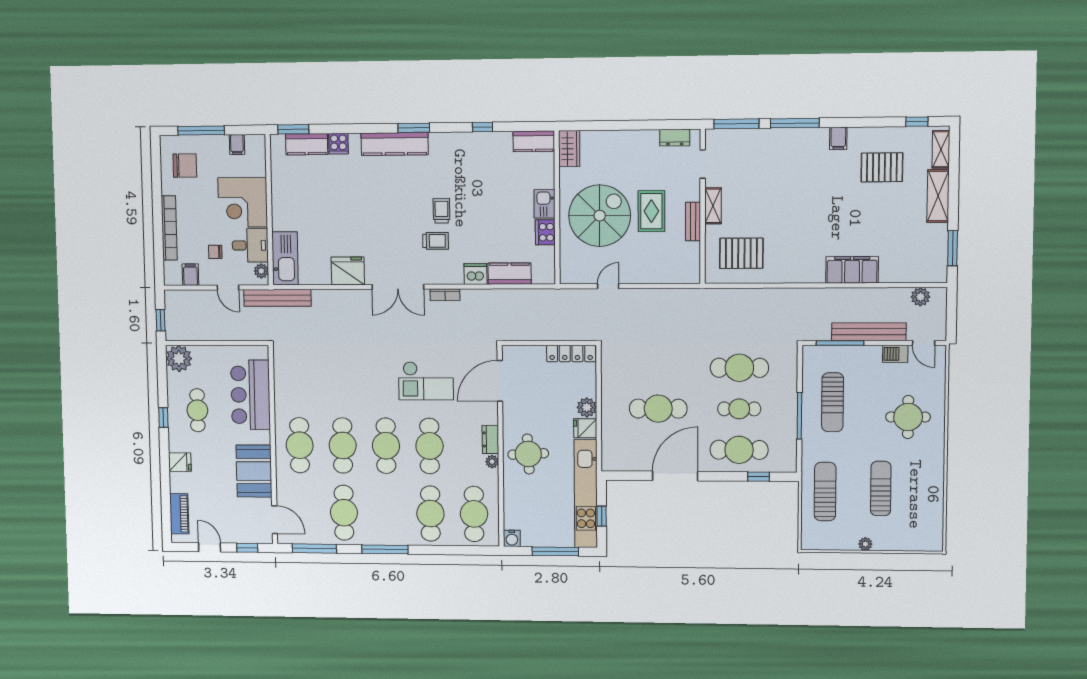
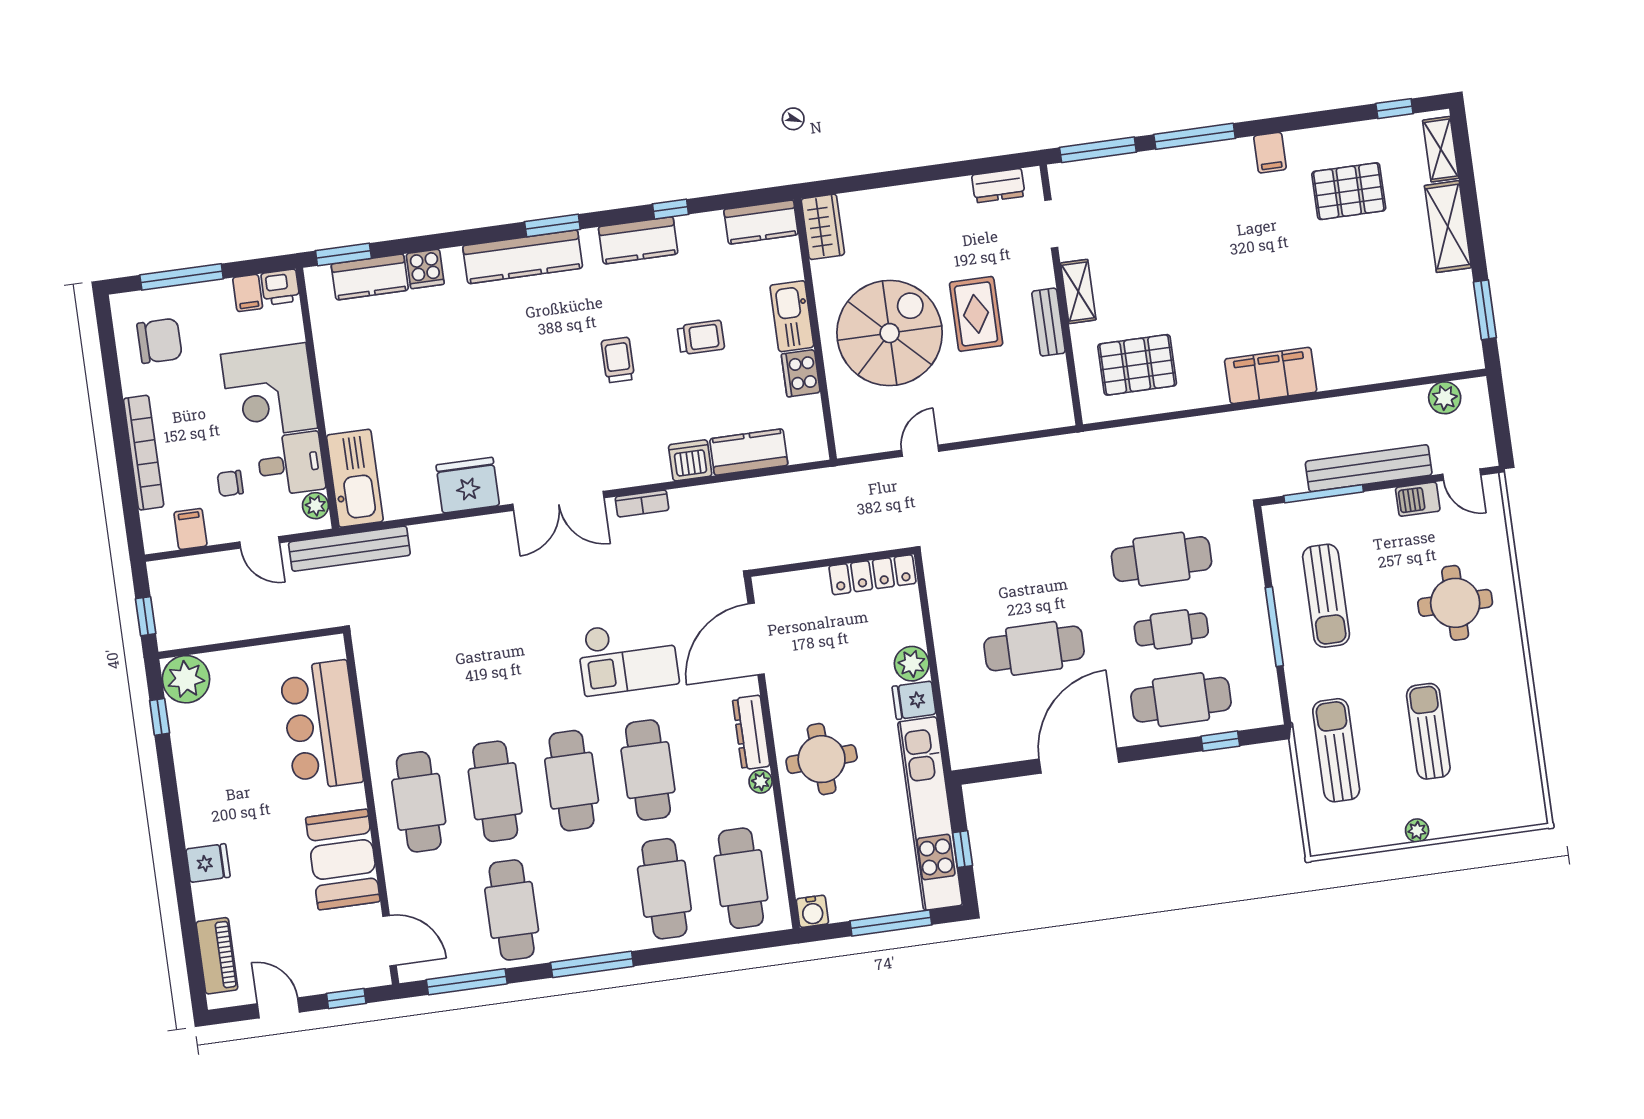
kitchen counter: (462, 143) -> (638, 240), added
printer: (256, 144) -> (280, 287), added
kitchen sink: (544, 204) -> (792, 316), width x1.38
trolley: (436, 241) -> (701, 337), moved
filing cabinet: (852, 270) -> (1271, 375), moved
cafe table: (197, 410) -> (229, 766), removed
window: (163, 418) -> (160, 717), moved
dresser: (490, 439) -> (751, 732), width x1.44

